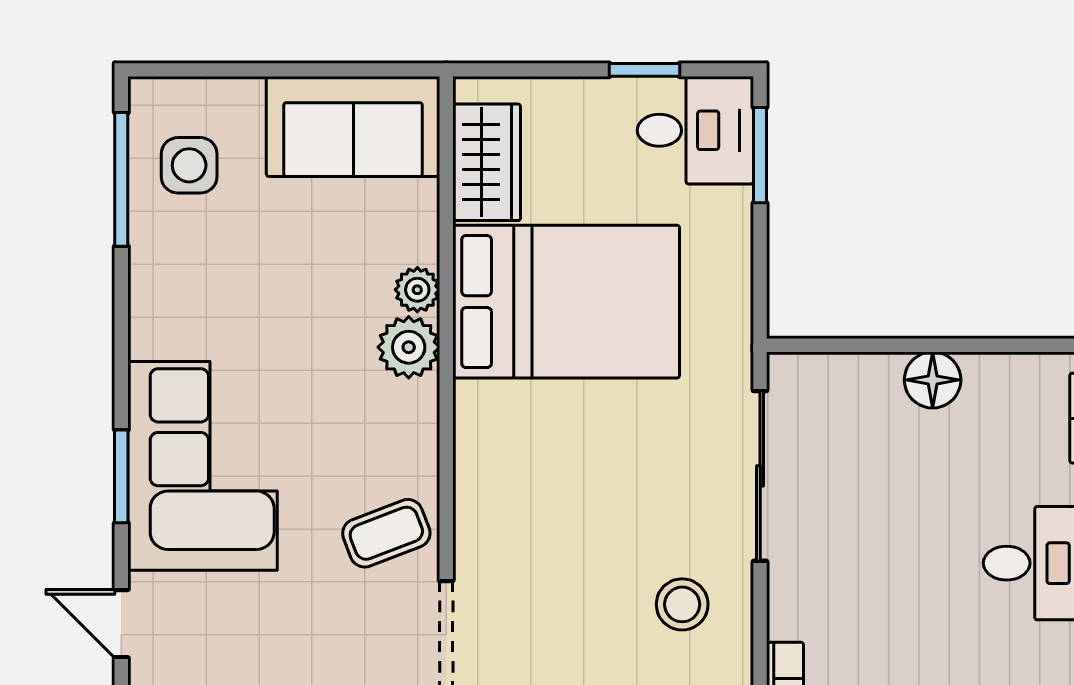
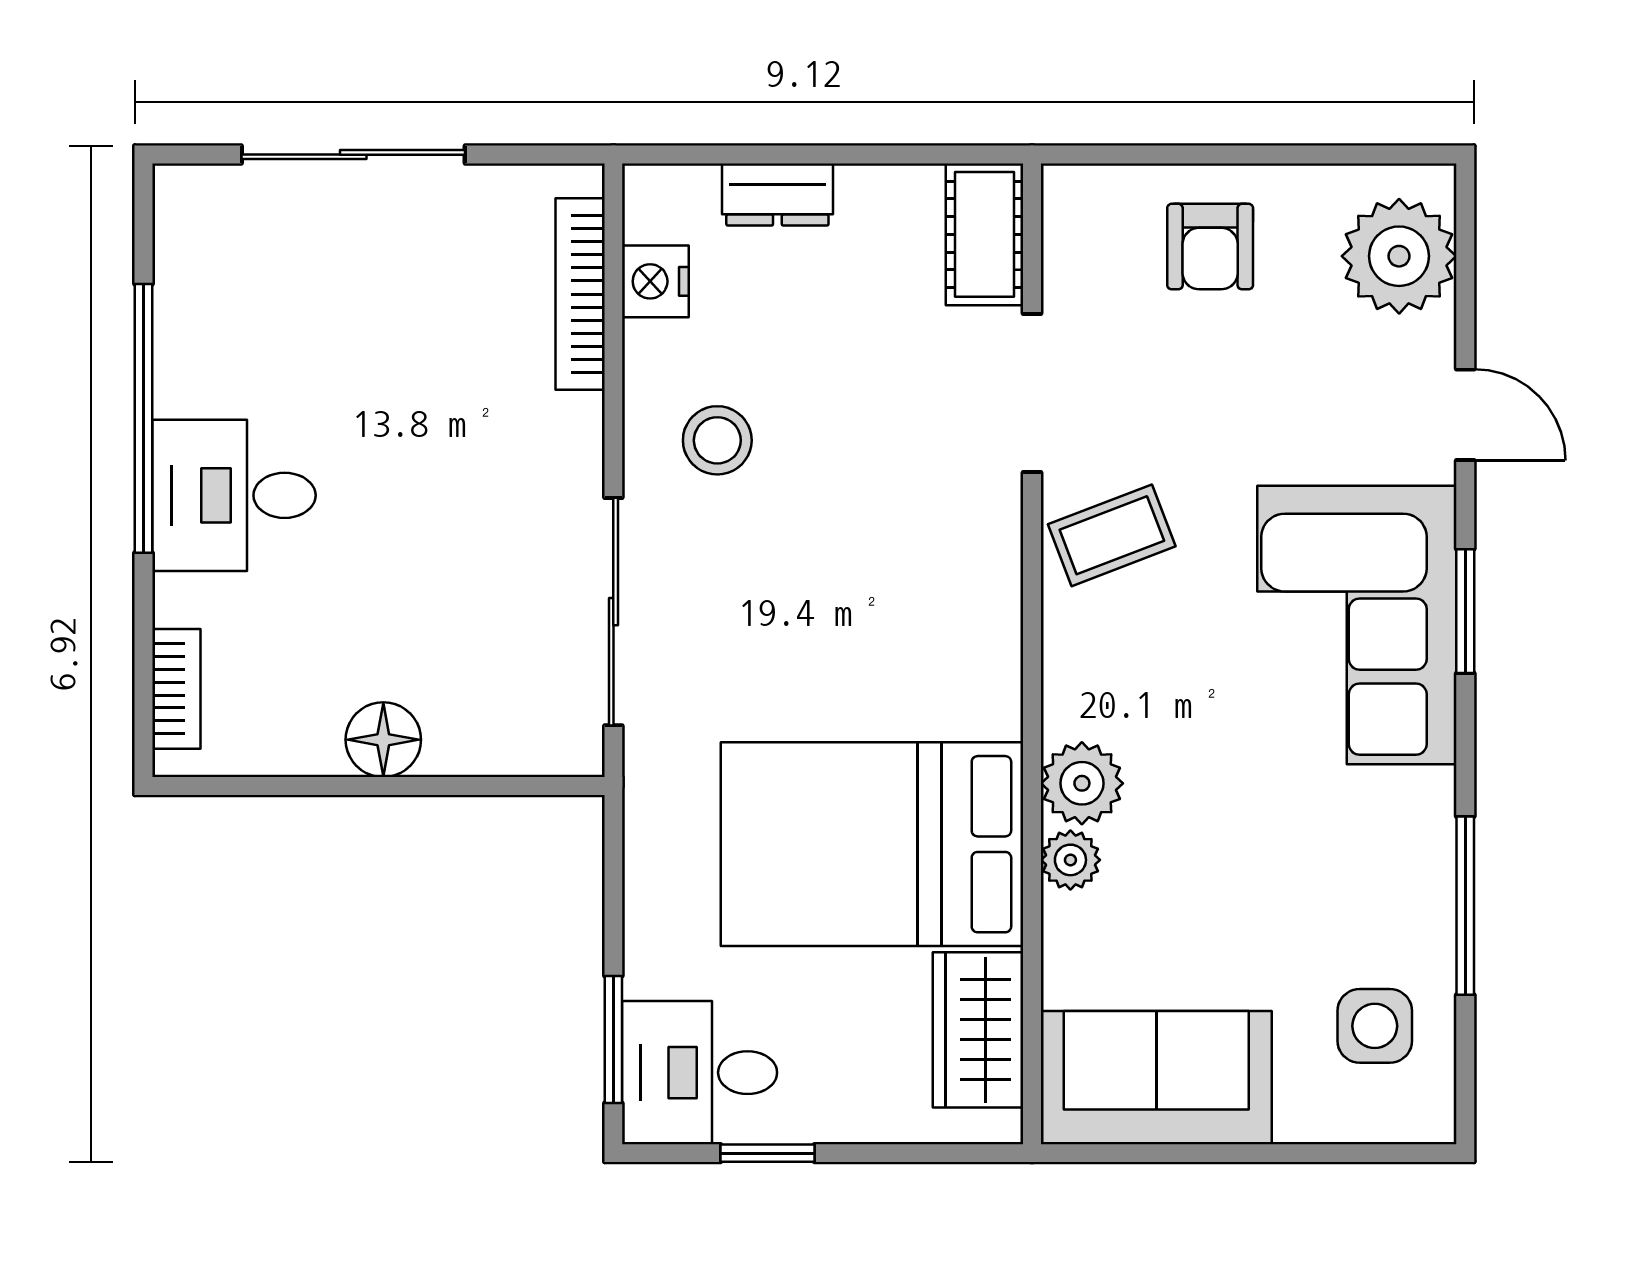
window: (121, 179) -> (1465, 906), moved

